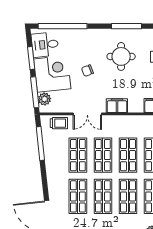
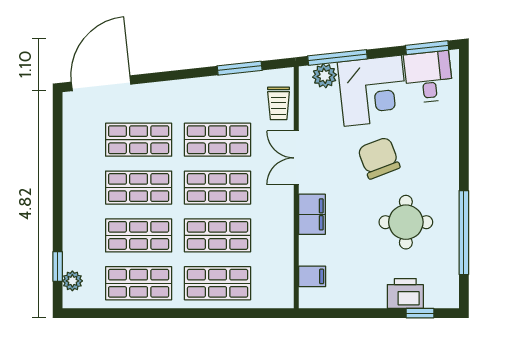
window: (63, 26) -> (464, 110), removed
window: (126, 26) -> (464, 233), width x1.46
window: (31, 58) -> (427, 48), moved
chair: (87, 71) -> (379, 158), width x1.87, depth x1.87
window: (40, 144) -> (240, 68), width x0.69

